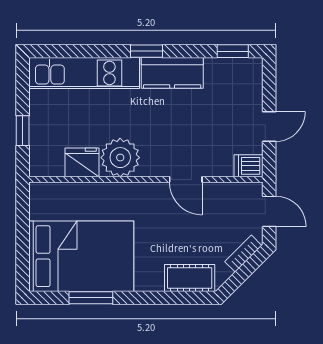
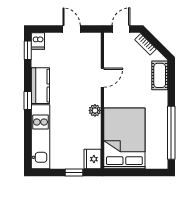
plant: (120, 158) -> (95, 110), width x0.53, depth x0.53
fridge: (82, 162) -> (92, 159), moved
dishwasher: (249, 166) -> (38, 41), moved
bed: (81, 256) -> (124, 138), moved
window: (91, 298) -> (171, 133), width x2.11

